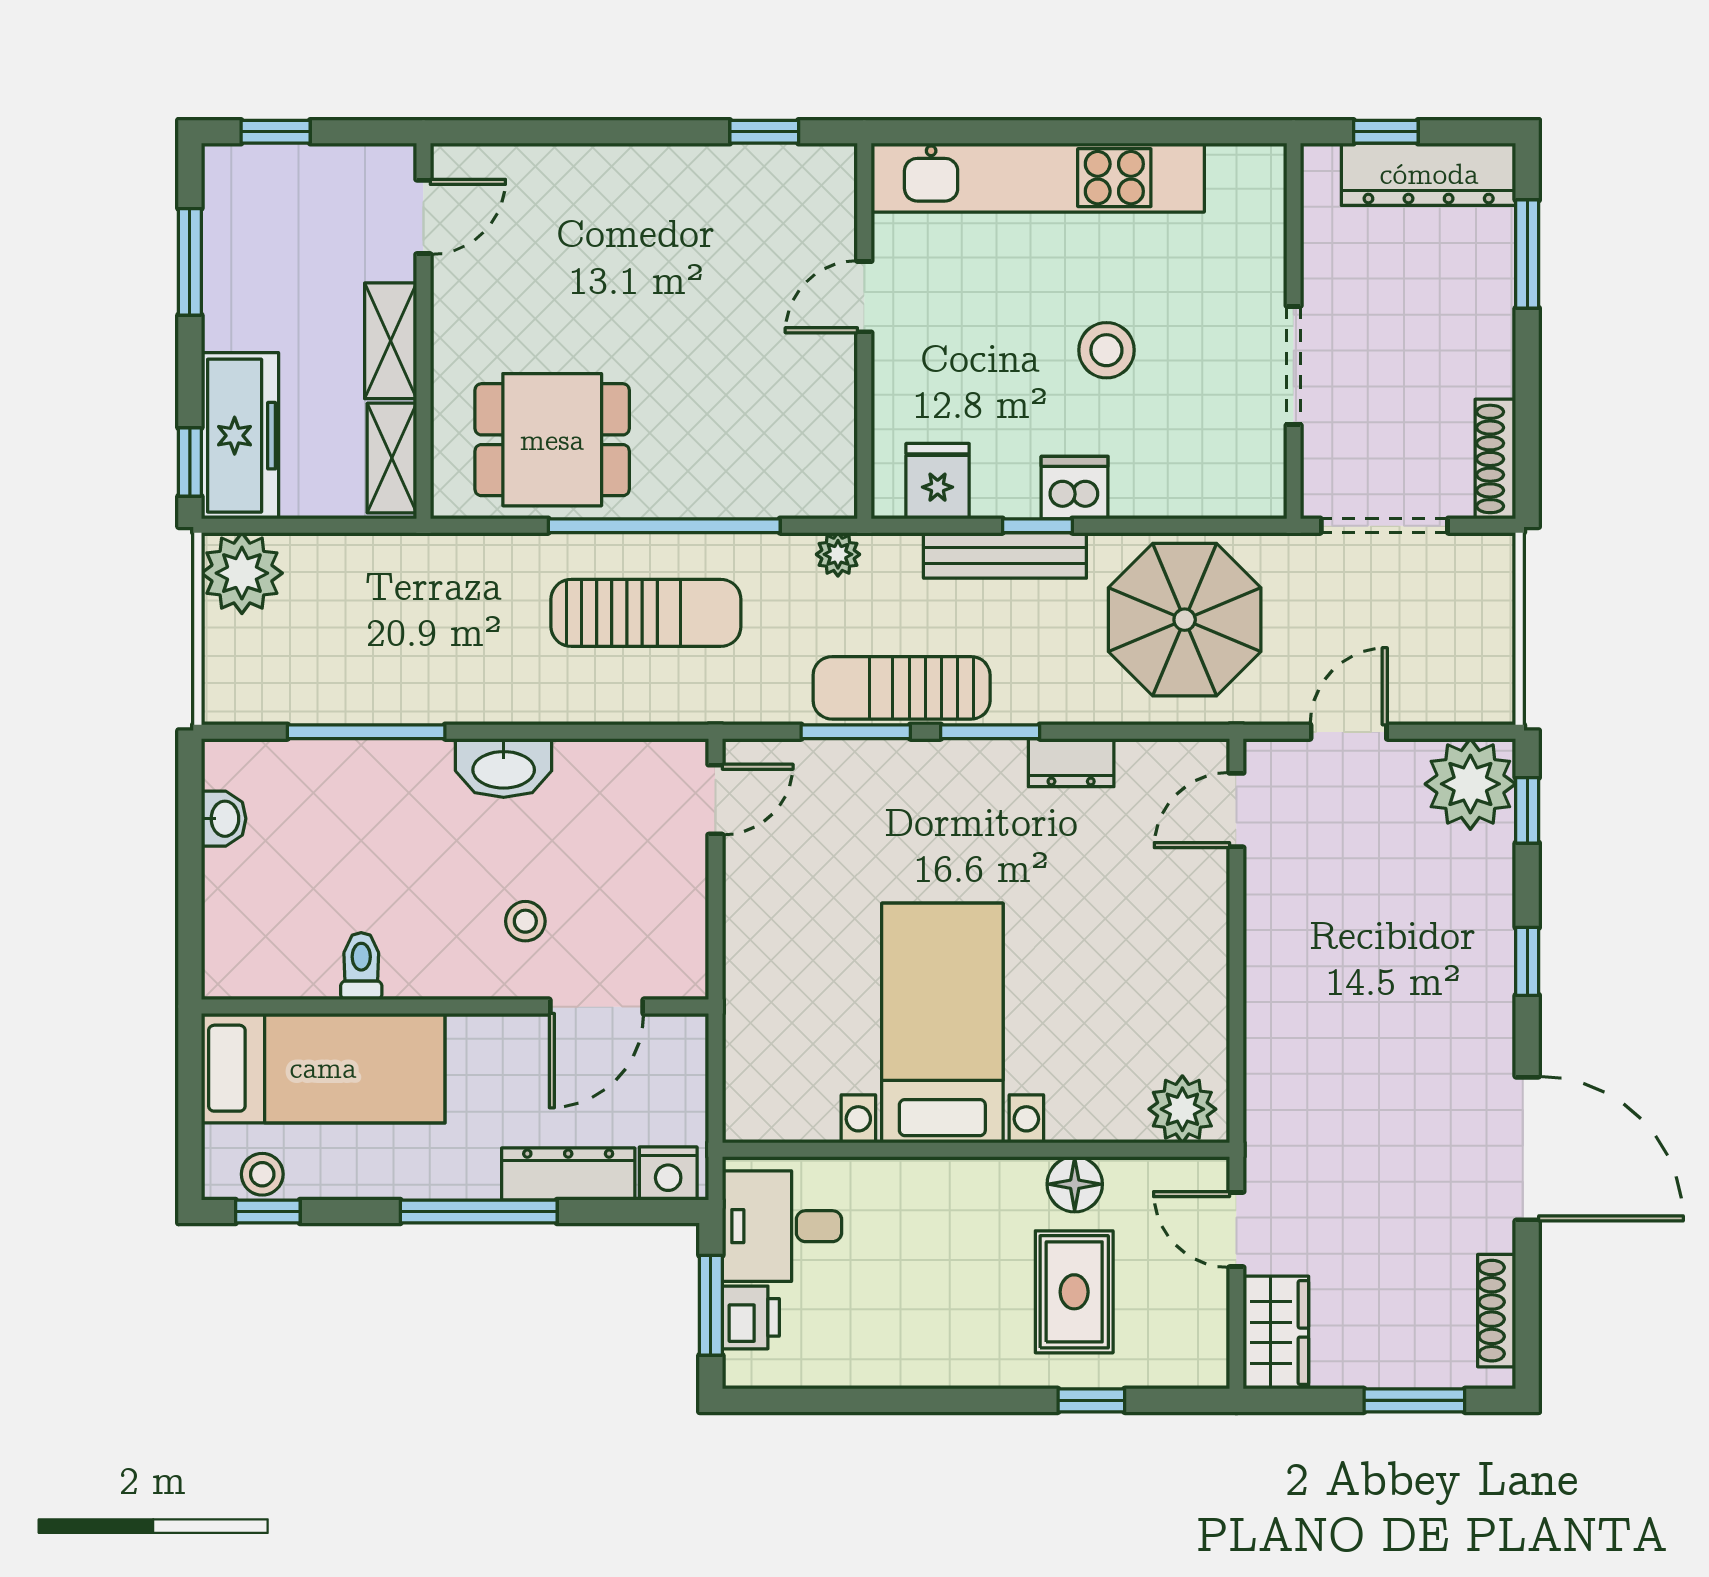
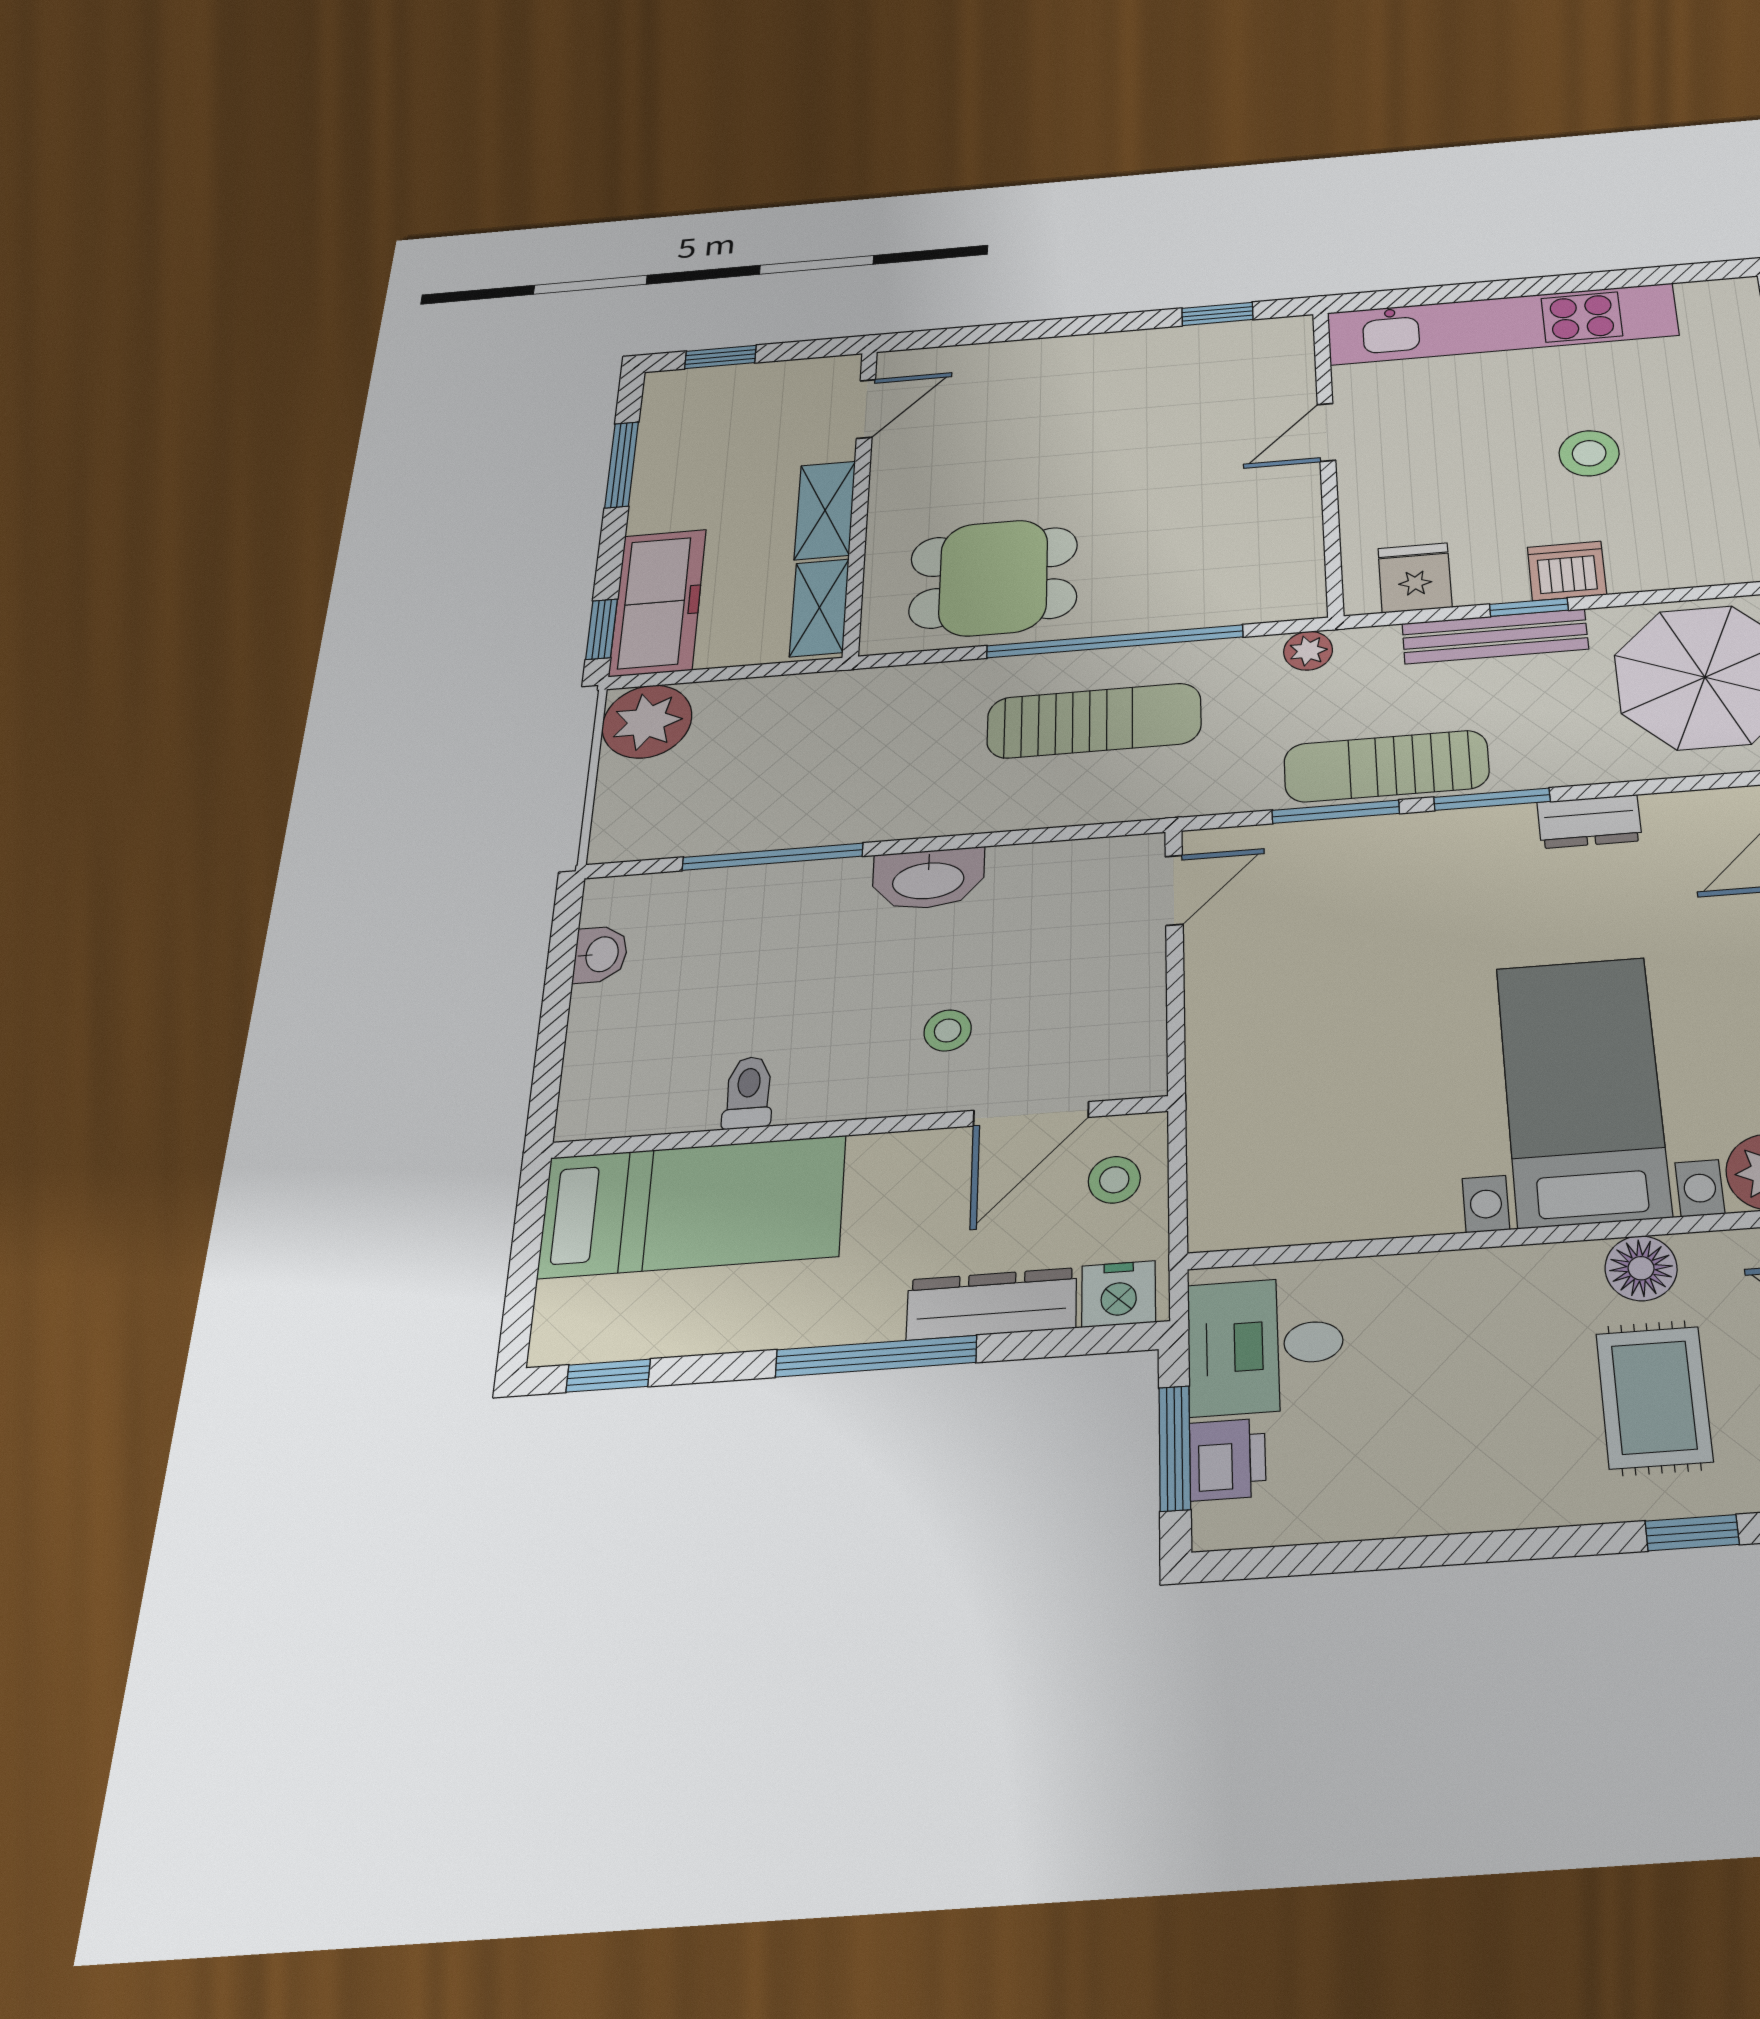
bed with nightstands: (942, 1023) -> (1582, 1090), moved
stool: (262, 1174) -> (1114, 1180), moved

